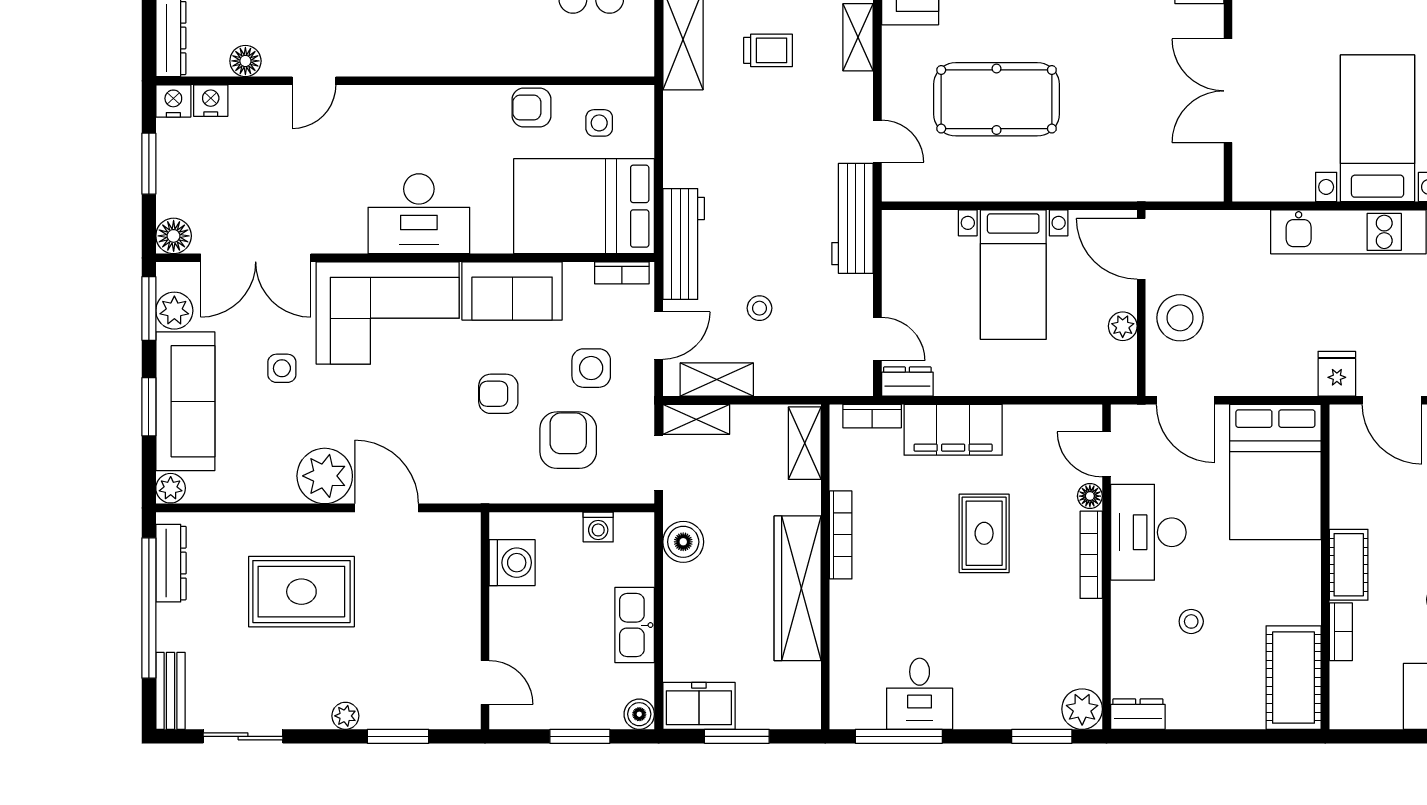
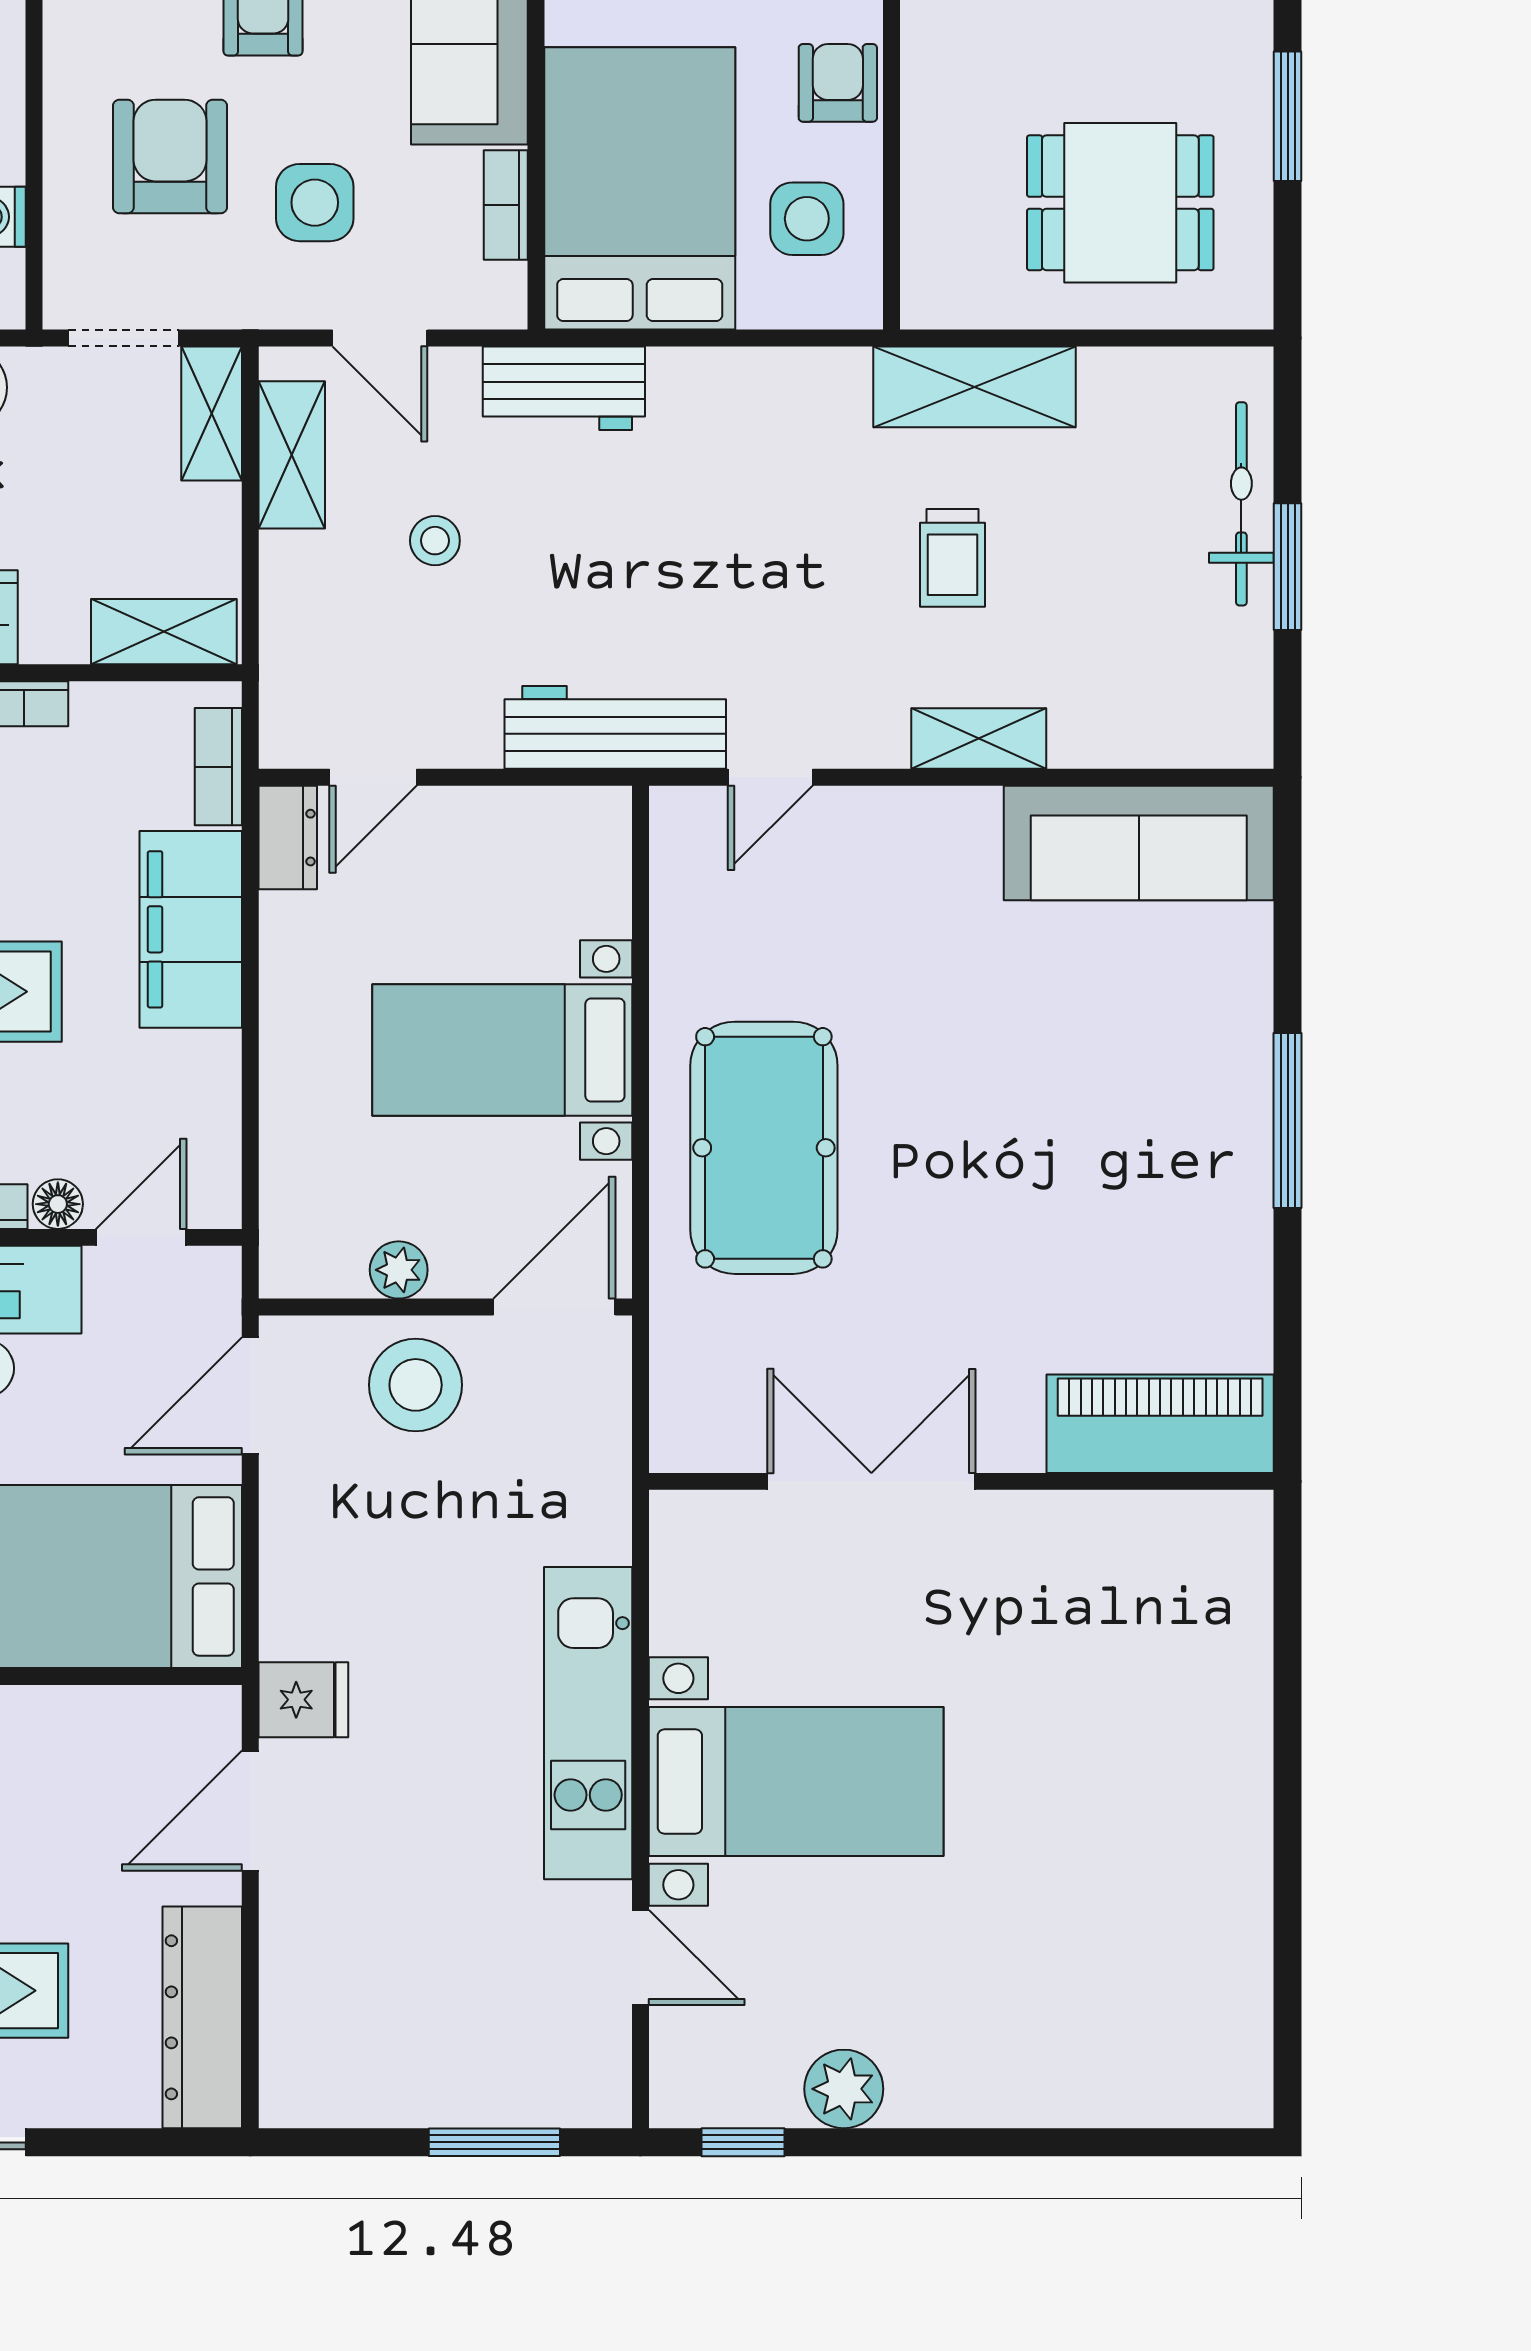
pool table: (997, 99) -> (764, 1148), moved
side table: (599, 123) -> (807, 219), width x1.37, depth x1.37
workbench: (684, 244) -> (564, 388), width x0.73
bookcase: (622, 273) -> (506, 205), moved
armchair: (568, 440) -> (170, 156), turned -90

